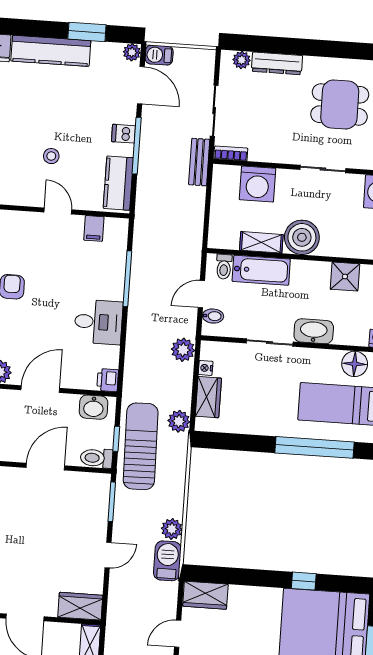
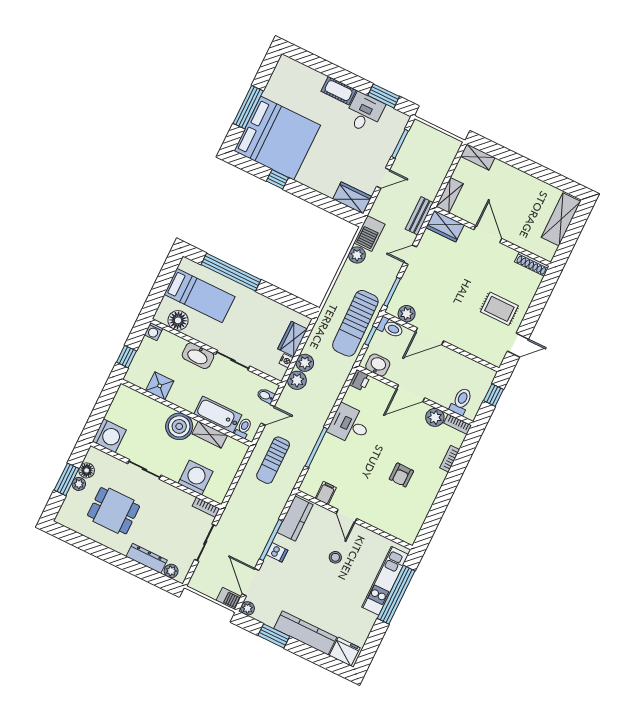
bench: (199, 162) -> (419, 216), moved
sun lounger: (173, 242) -> (273, 460), added
plant: (179, 421) -> (305, 363), moved
plant: (84, 483) -> (407, 314), added

